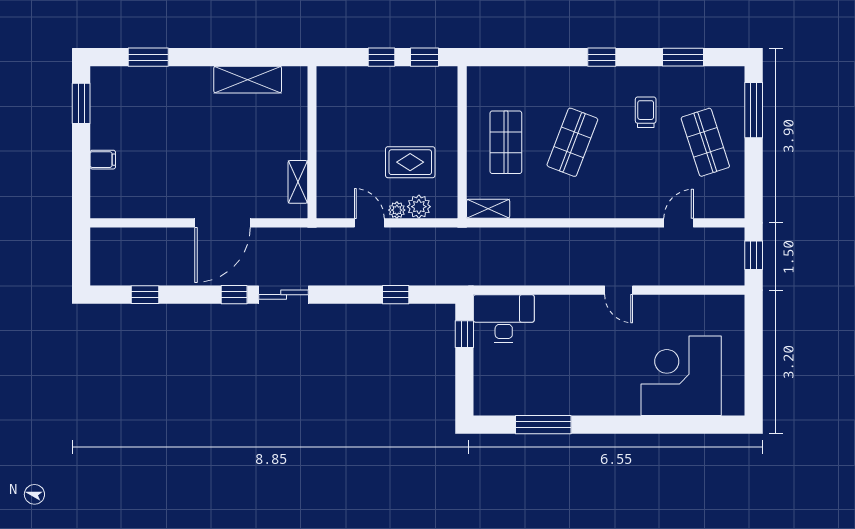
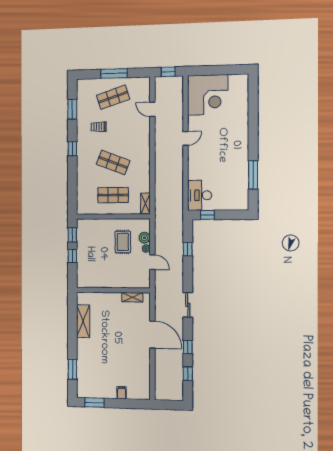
window: (754, 110) -> (114, 74), moved
door: (369, 223) -> (152, 262), swing flipped
window: (234, 295) -> (188, 347), moved
corner desk: (681, 376) -> (208, 95), moved, turned -90

